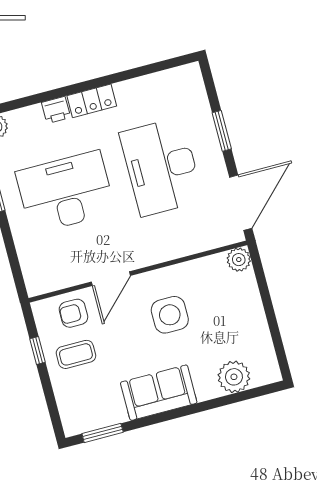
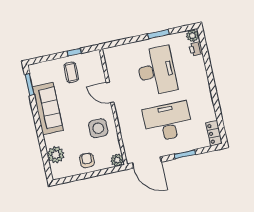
locker: (92, 101) -> (214, 133), moved
printer: (56, 110) -> (196, 49), moved
armchair: (73, 313) -> (87, 160), moved
side table: (170, 315) -> (98, 128), moved
sofa: (159, 393) -> (48, 108), width x1.36

